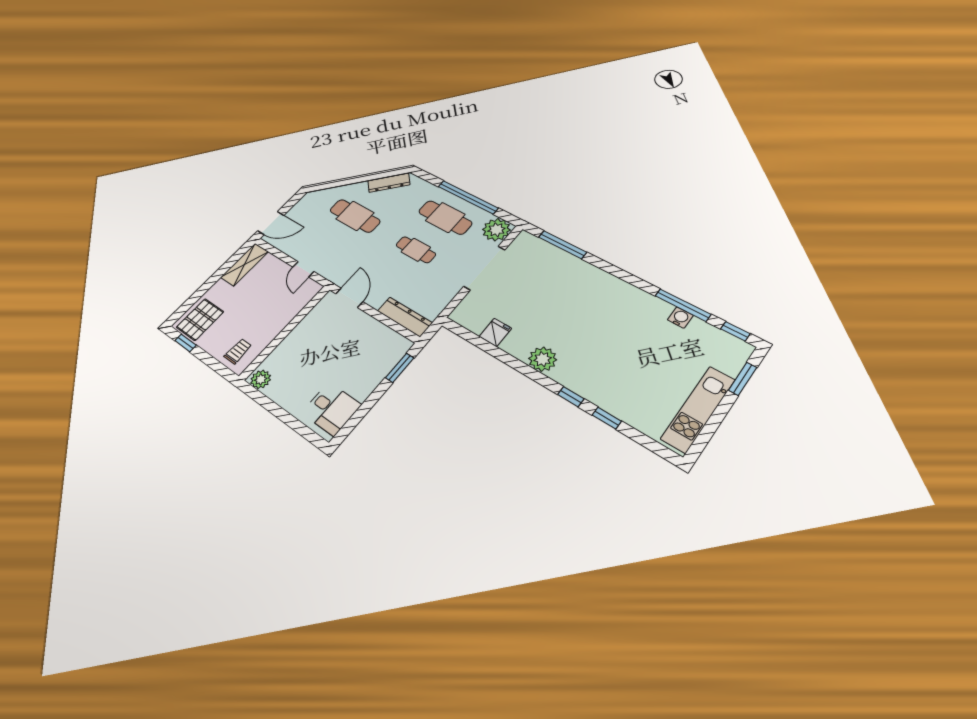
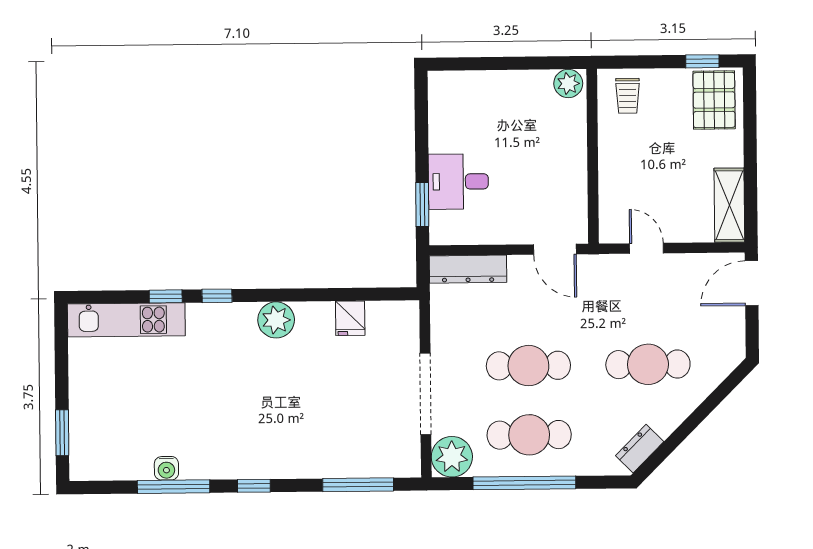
dresser: (389, 183) -> (640, 449), width x0.70
cafe table: (416, 250) -> (528, 366), width x1.37, depth x1.35
window: (735, 331) -> (254, 486), moved
desk: (331, 409) -> (458, 182), moved
kitchen unit: (698, 409) -> (126, 320), moved, turned 90

